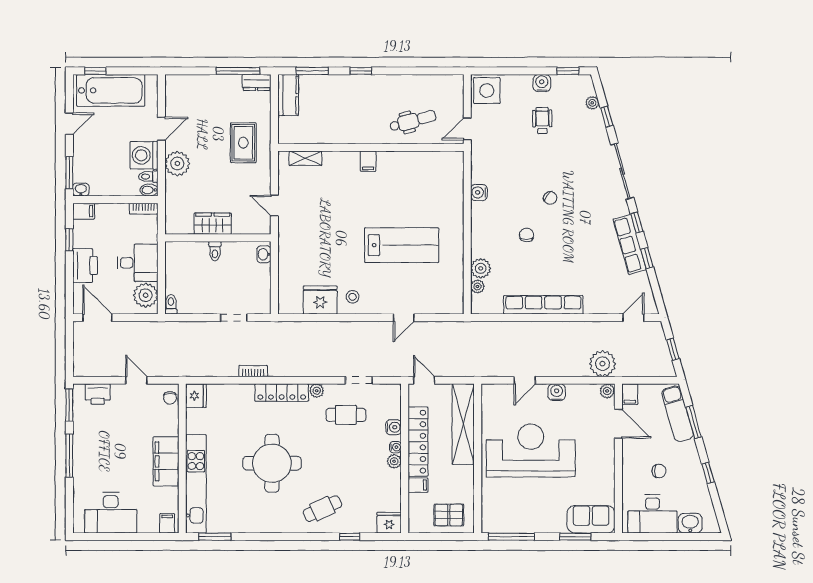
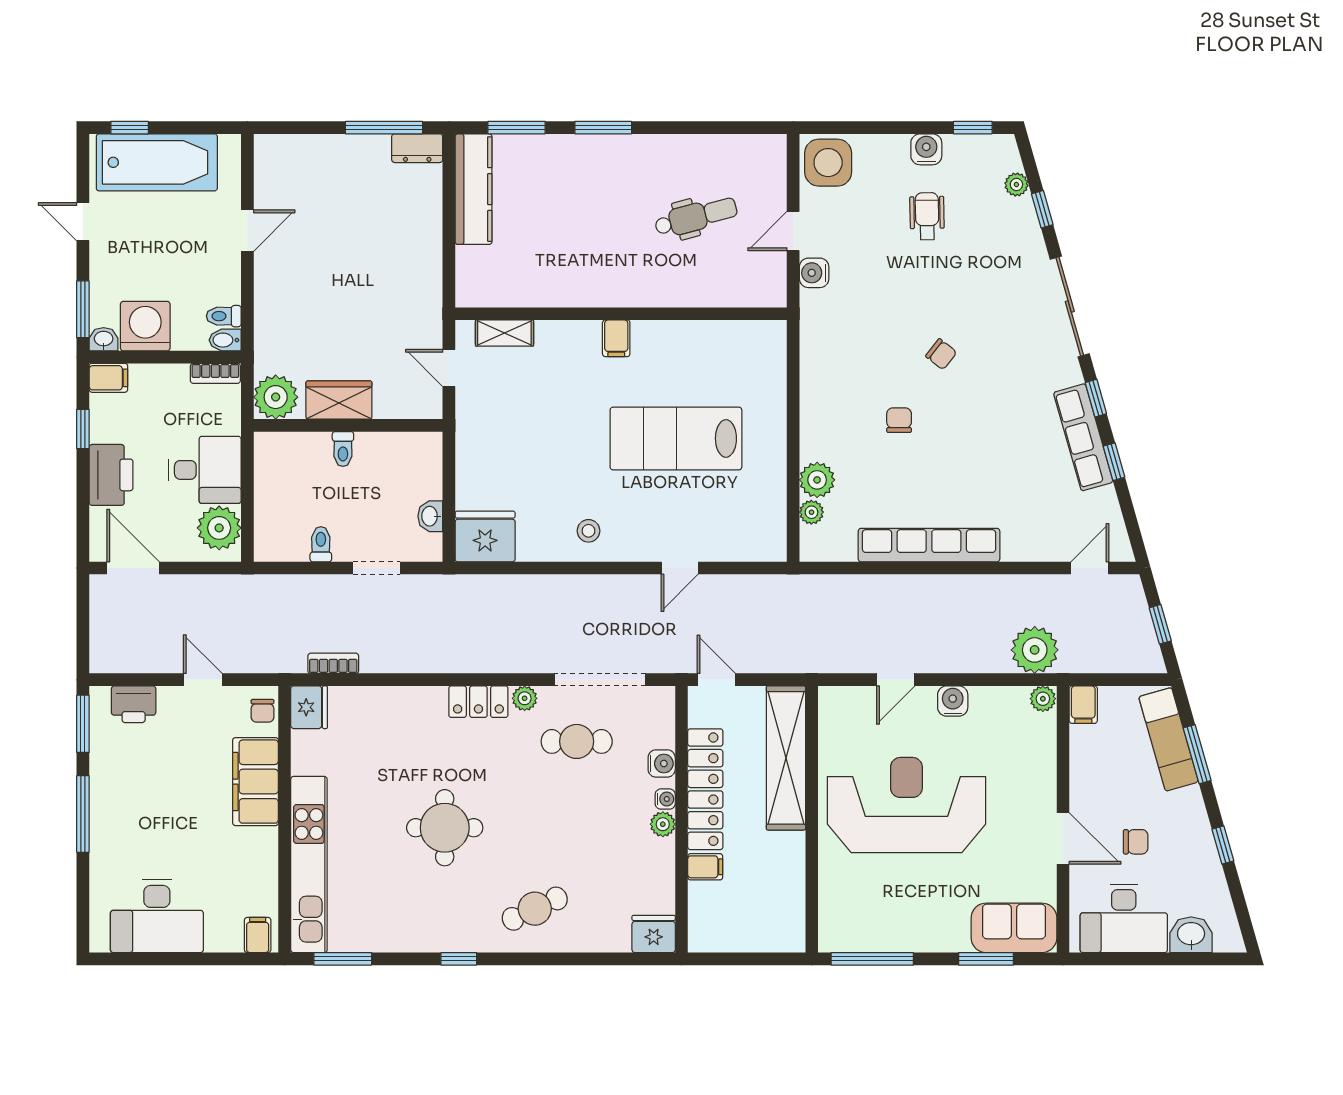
window: (361, 71) -> (603, 128), width x1.50
kitchen counter: (288, 95) -> (474, 189), width x1.50
door: (69, 124) -> (83, 222), swing flipped
rug: (243, 143) -> (394, 256), removed
wall: (371, 147) -> (621, 314), moved
washing machine: (144, 155) -> (145, 326), moved, turned 90
shelving: (305, 158) -> (504, 333), moved
filing cabinet: (368, 161) -> (616, 338), moved
plant: (177, 164) -> (276, 397), moved
water cooler: (479, 192) -> (814, 273), moved
lab bench: (402, 245) -> (676, 438), turned 180
washbasin: (264, 254) -> (430, 516), moved
fridge: (320, 300) -> (485, 536), moved
toilet: (171, 304) -> (321, 544), moved
bookcase: (253, 371) -> (333, 663), moved
doorway: (359, 380) -> (600, 680), width x1.87
locker: (282, 393) -> (478, 702), width x0.66
door: (618, 424) -> (1063, 838), moved
filing cabinet: (166, 461) -> (255, 782), moved
round table: (272, 463) -> (445, 828), width x0.73, depth x0.73
pallet: (449, 515) -> (760, 920), removed
window: (350, 537) -> (459, 959), moved

